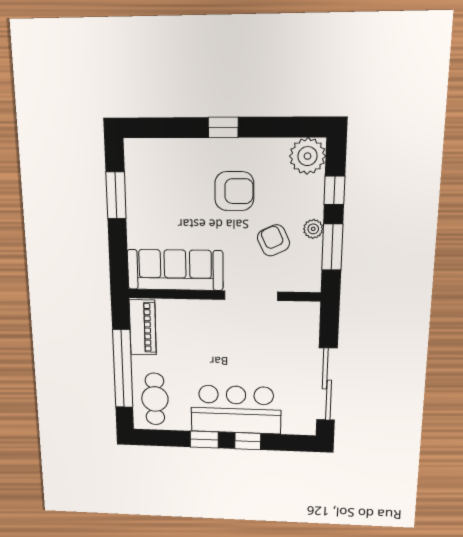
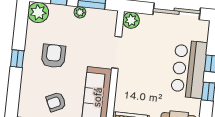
armchair: (273, 240) -> (56, 102), moved
plant: (306, 314) -> (131, 20), added

